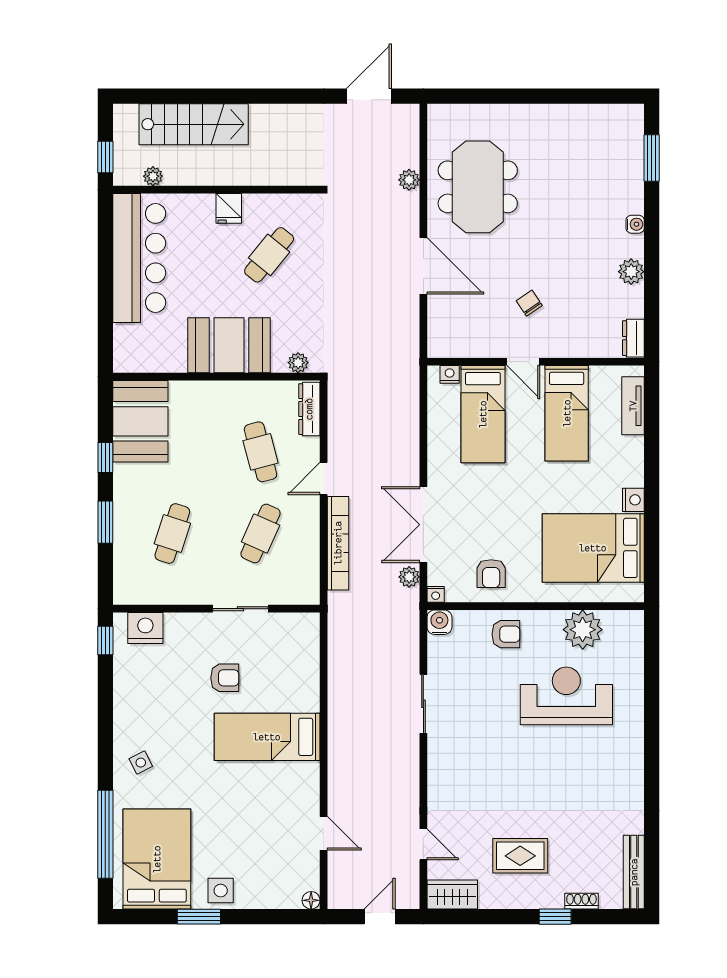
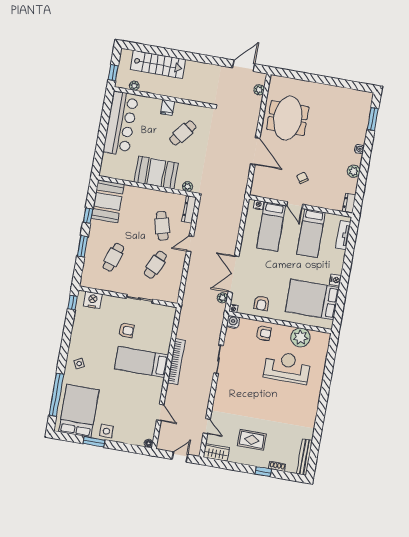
plant: (409, 180) -> (259, 90), moved
bookcase: (338, 543) -> (176, 362), moved

